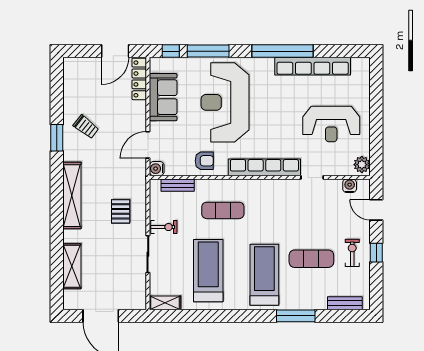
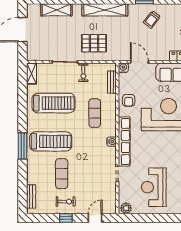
water cooler: (350, 186) -> (112, 142), moved
pallet: (121, 211) -> (94, 43), width x1.50, depth x1.42
window: (296, 316) -> (23, 146), moved

